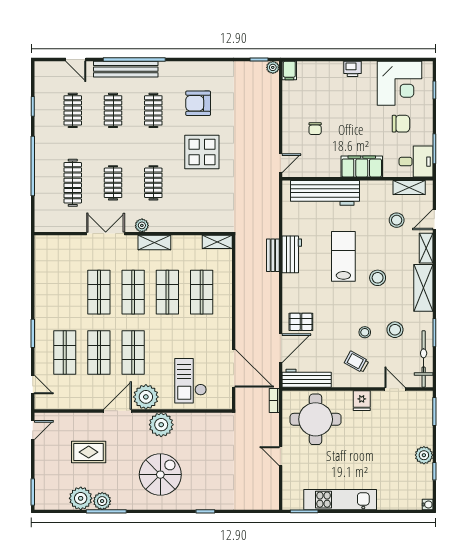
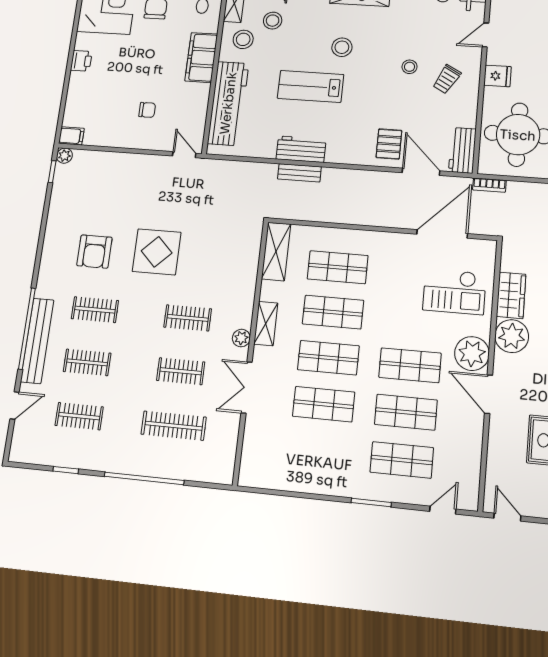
shelving: (217, 242) -> (276, 251), width x1.50, depth x1.33
stool: (395, 330) -> (243, 39), moved
workbench: (307, 378) -> (462, 150), width x0.73
wardrobe: (191, 422) -> (511, 295), added

